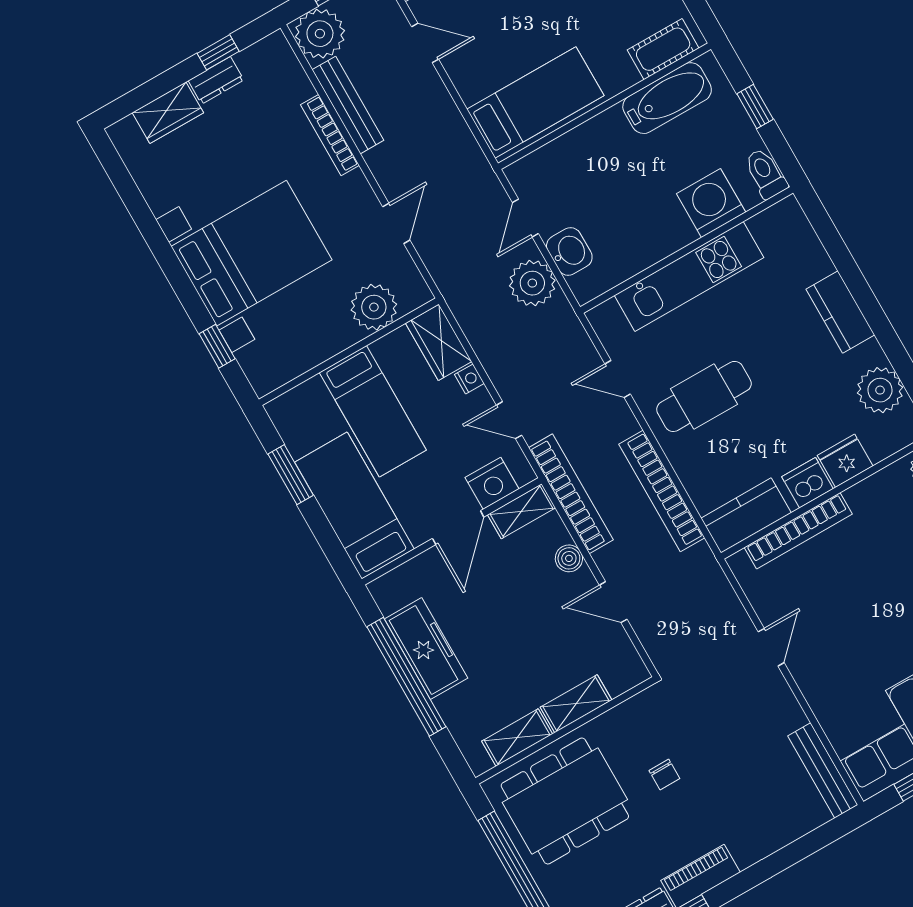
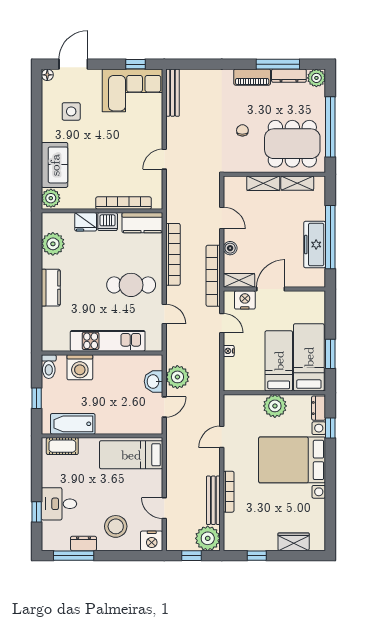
dresser: (216, 80) -> (319, 408), moved, turned -90
plant: (374, 307) -> (275, 406), moved
wardrobe: (439, 342) -> (233, 375), removed
bed: (354, 506) -> (309, 357), moved, turned 180

